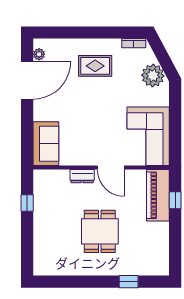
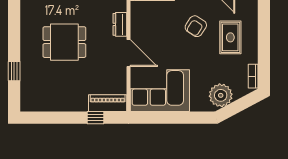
armchair: (84, 100) -> (196, 26), added
door: (111, 167) -> (128, 53), swing flipped
piano: (158, 195) -> (108, 103), width x0.73, depth x0.75

